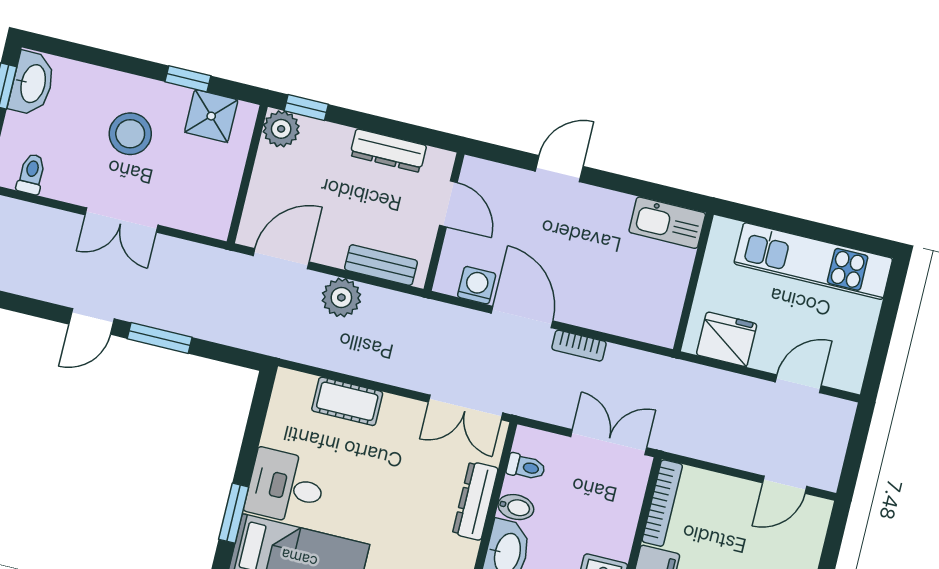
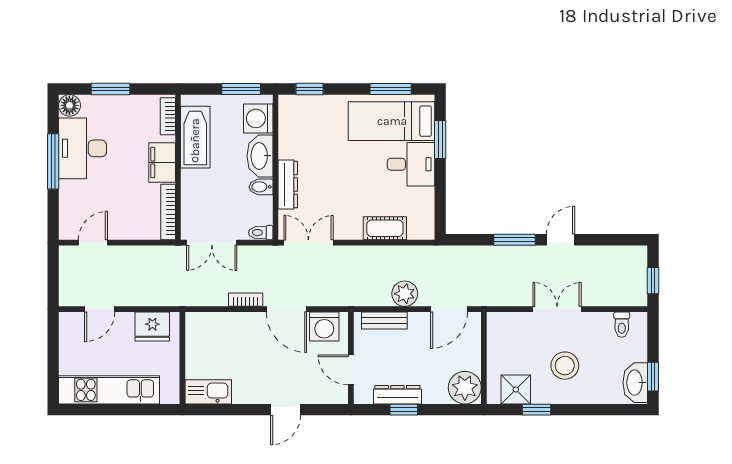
window: (306, 107) -> (404, 410), moved
plant: (281, 129) -> (465, 388), width x1.36, depth x1.36
washing machine: (477, 285) -> (324, 326), width x1.38, depth x1.38
toilet: (526, 467) -> (261, 233), moved

